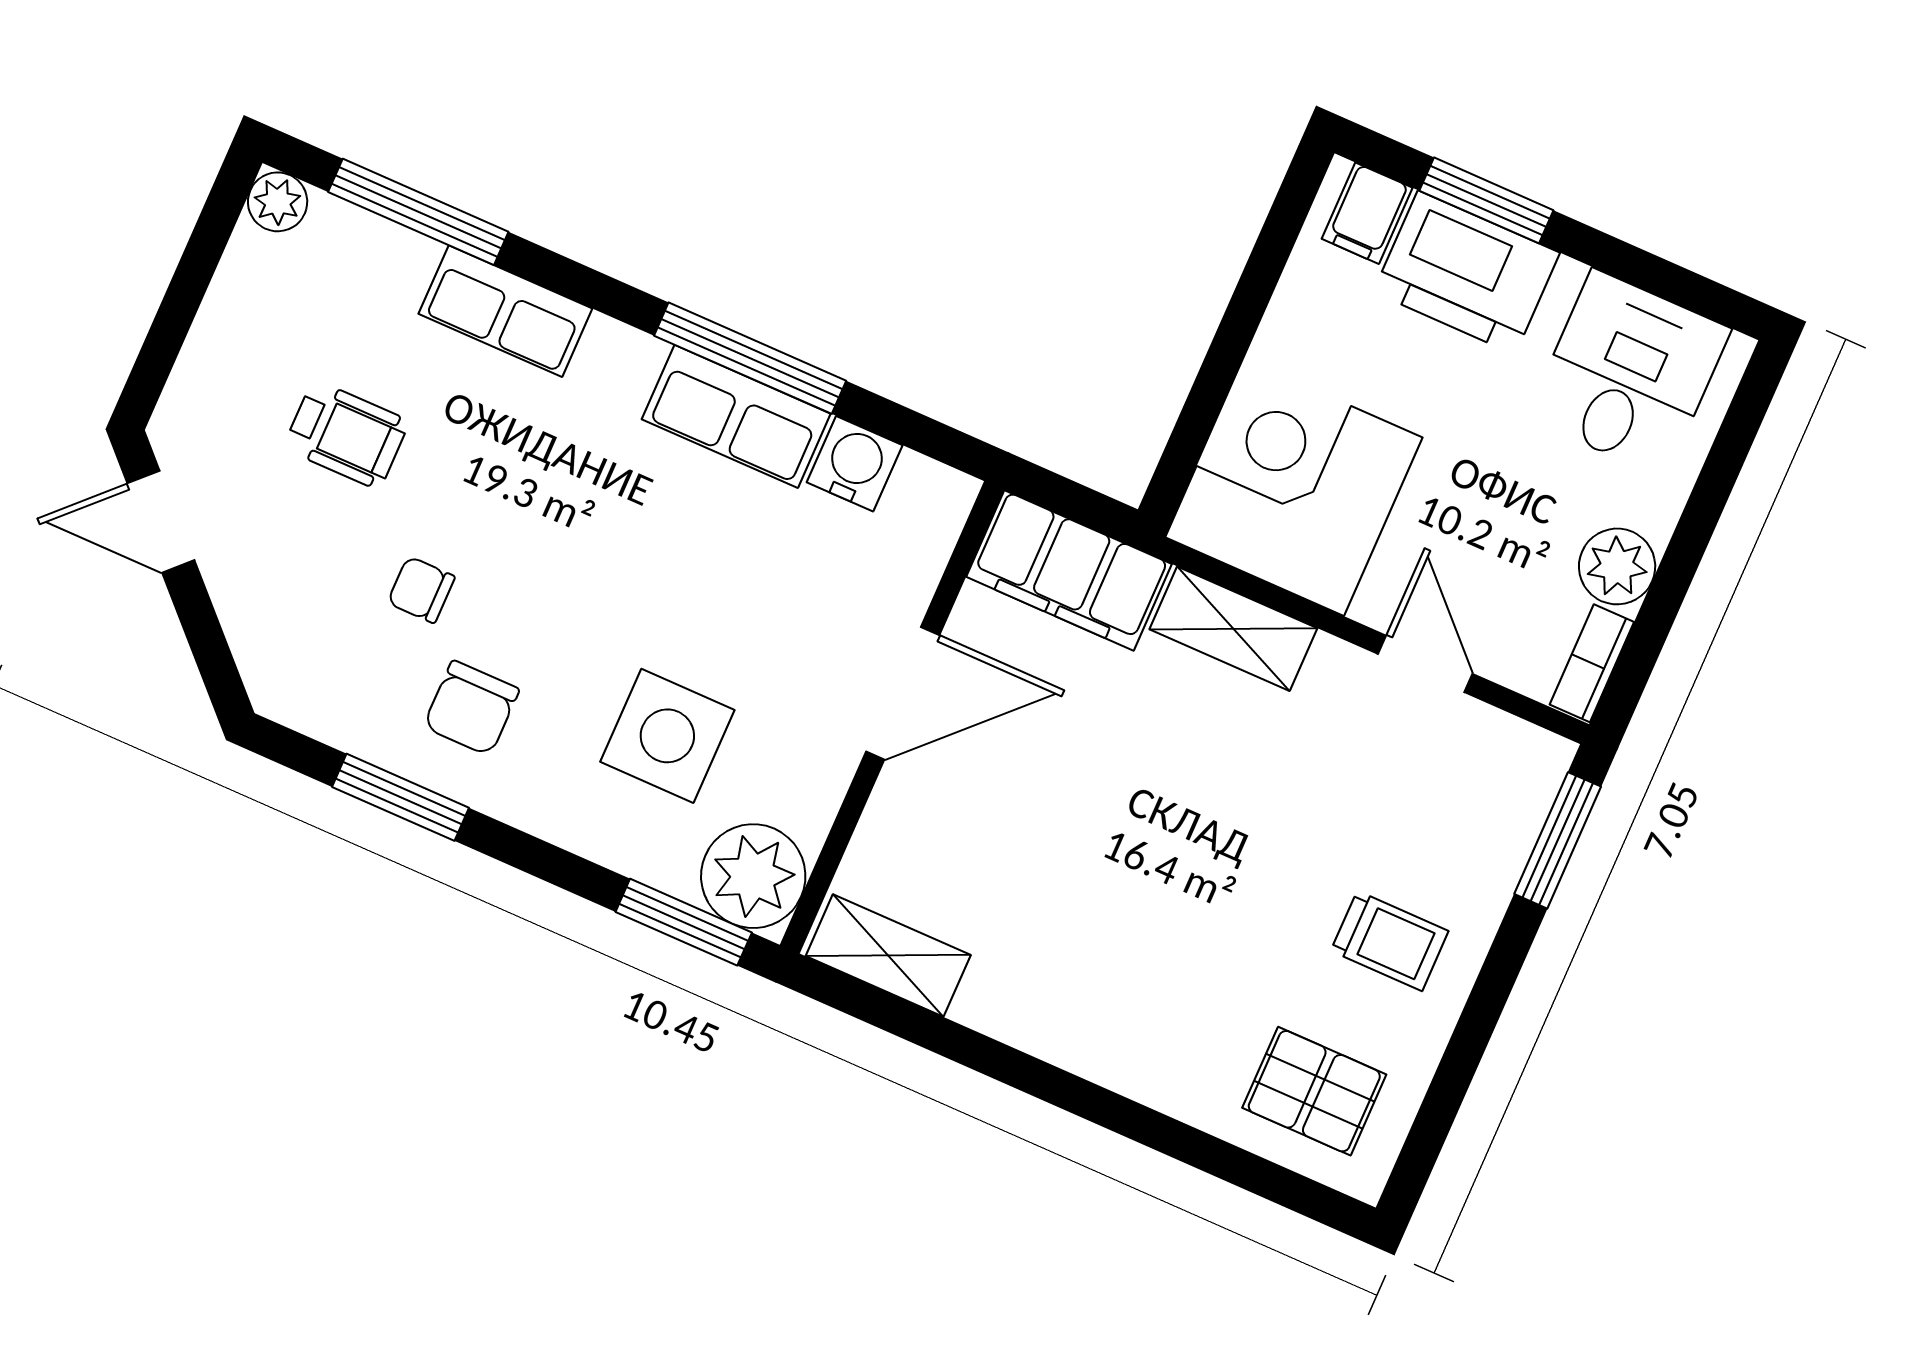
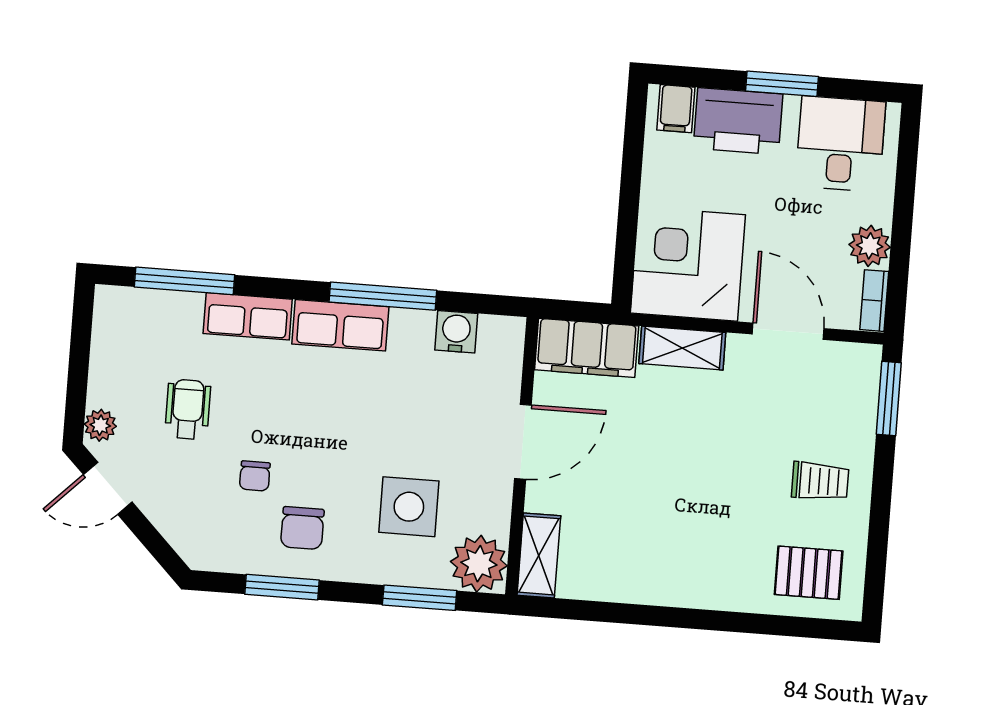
window: (1486, 200) -> (782, 84), moved
plant: (278, 202) -> (100, 425), moved
row of seats: (736, 416) -> (340, 325), moved
wheelchair: (346, 435) -> (188, 409), turned -90
chair: (421, 590) -> (255, 476), turned -90
door: (1425, 664) -> (788, 331), width x1.38
window: (684, 922) -> (420, 598), moved
shelving: (888, 956) -> (539, 555), moved, turned 90

